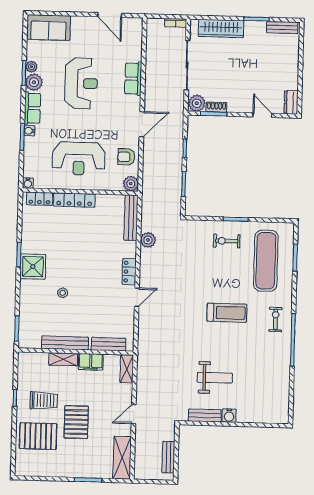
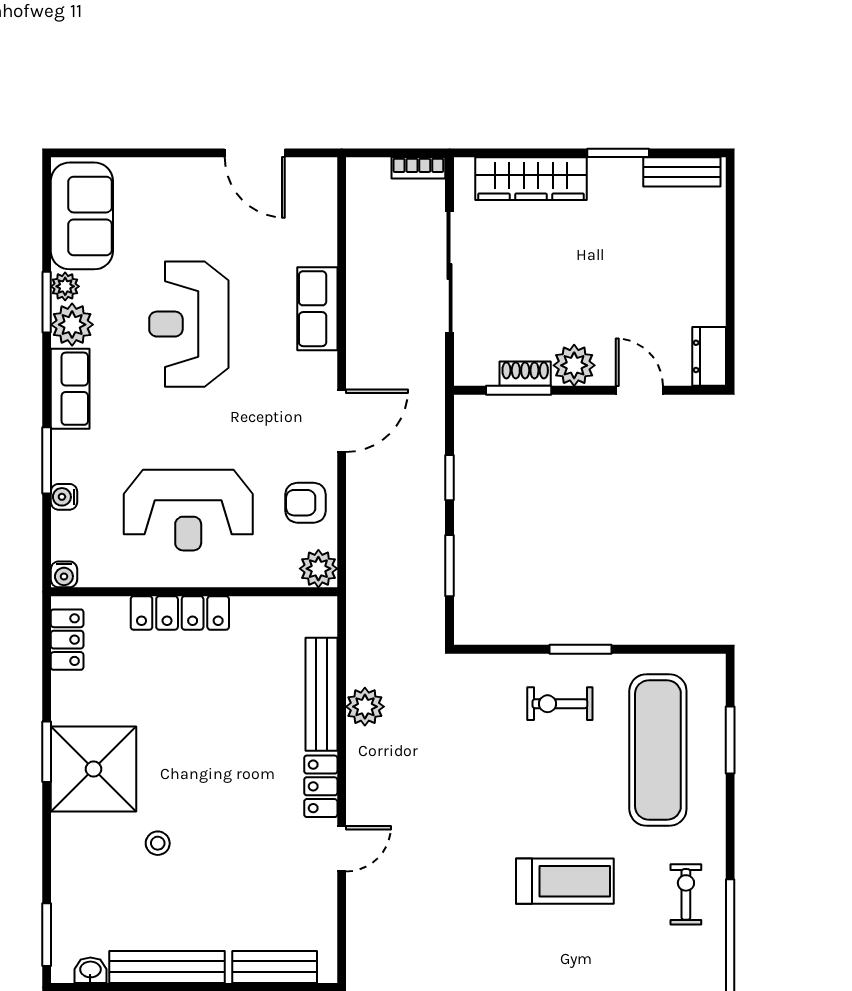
sofa: (49, 27) -> (82, 216), moved, turned -90
reception desk: (81, 83) -> (189, 324), turned 180
plant: (197, 103) -> (574, 365), moved
water cooler: (29, 131) -> (64, 497), moved
locker: (39, 199) -> (67, 640), moved, turned -90
bench: (131, 218) -> (321, 694), moved
shower: (33, 267) -> (94, 769), width x1.37, depth x1.37
washbasin: (34, 343) -> (90, 970), added

